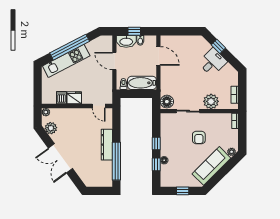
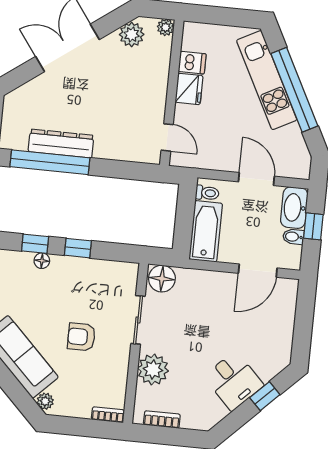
door: (114, 61) -> (256, 179), hinge flipped
door: (99, 106) -> (167, 137), swing flipped
dresser: (107, 145) -> (61, 143), moved

